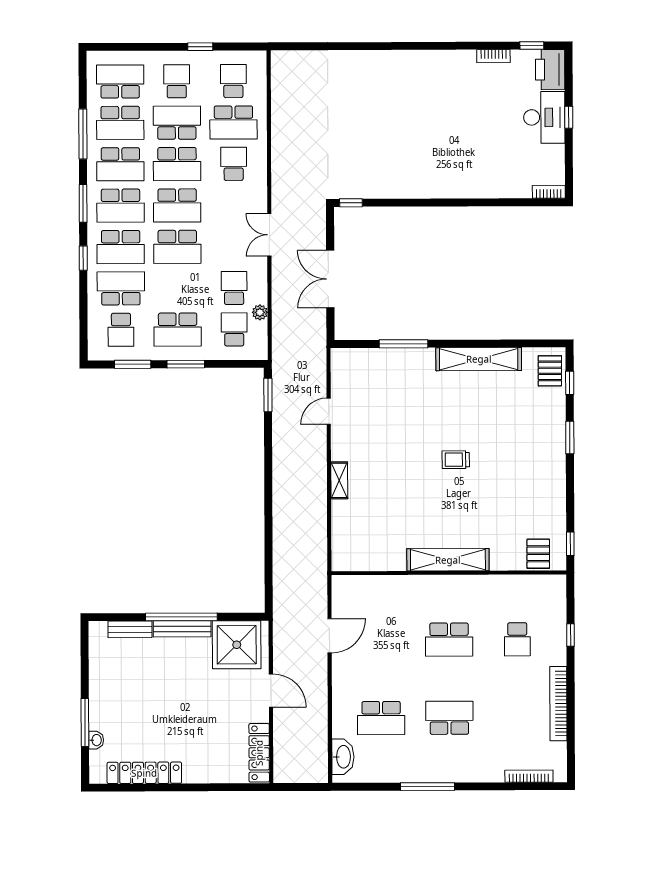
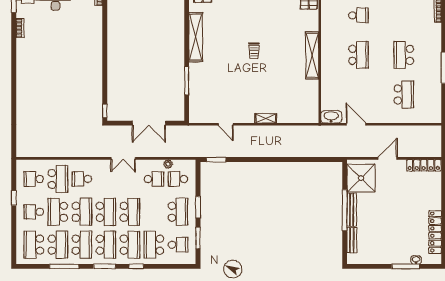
school desk: (234, 288) -> (154, 179), turned 180
washbasin: (343, 757) -> (331, 117), moved

